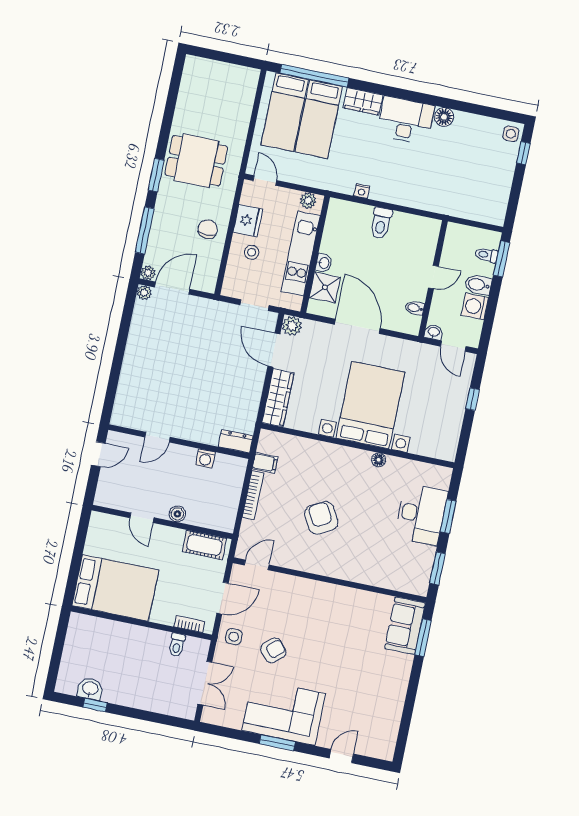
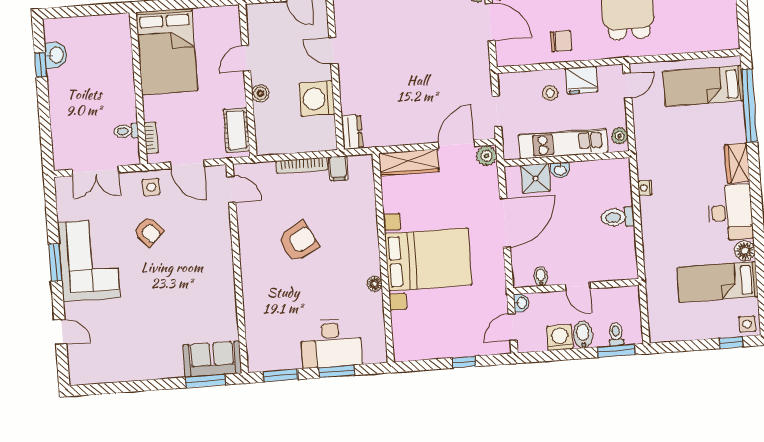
bed: (319, 119) -> (718, 282), moved
washing machine: (205, 459) -> (317, 99), width x1.89, depth x1.89

